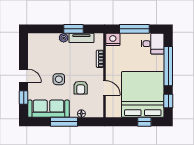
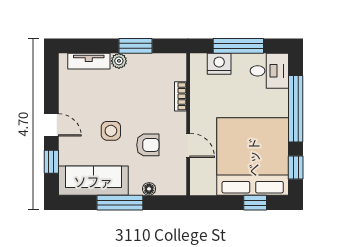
tv unit: (81, 38) -> (89, 61), moved
nightstand: (113, 39) -> (219, 64), moved
armchair: (81, 88) -> (148, 145), turned -90

